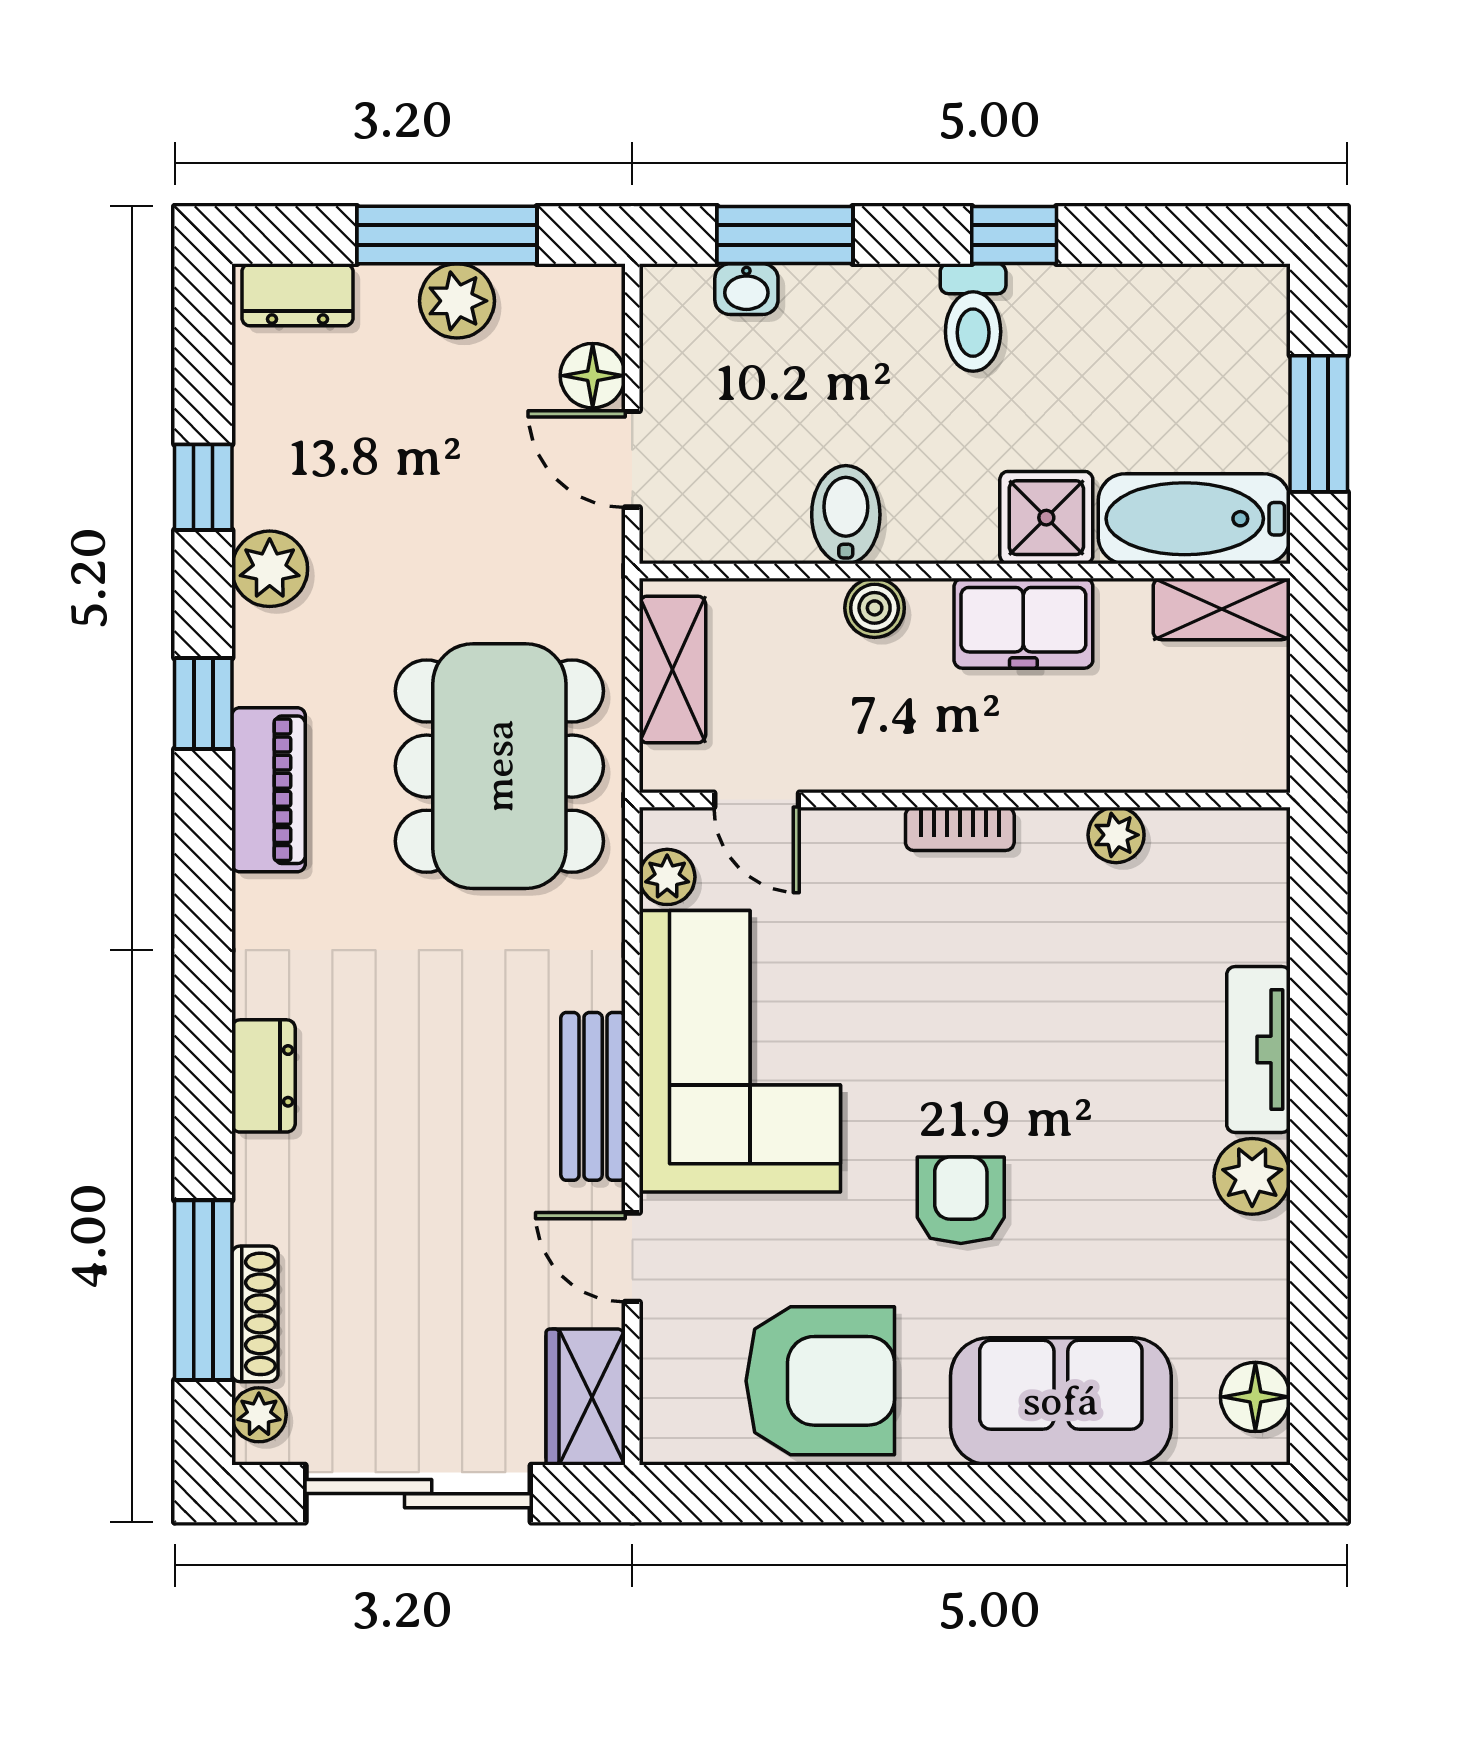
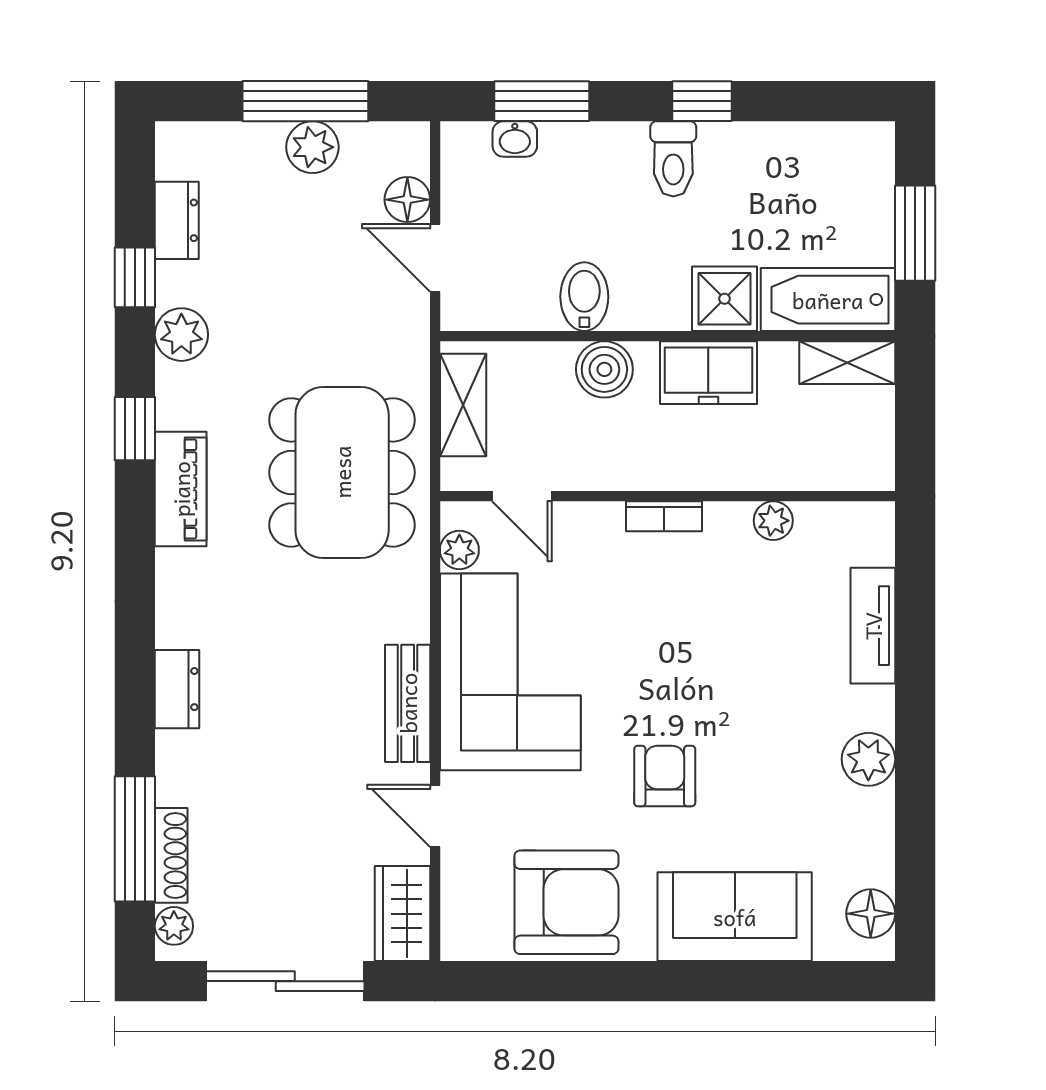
dresser: (297, 295) -> (177, 220), moved, turned -90
boiler: (875, 608) -> (604, 369), width x1.36, depth x1.36
tv unit: (1258, 1050) -> (873, 626), moved

